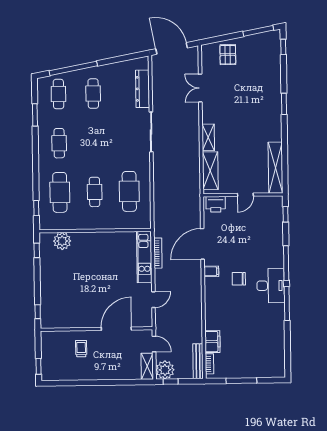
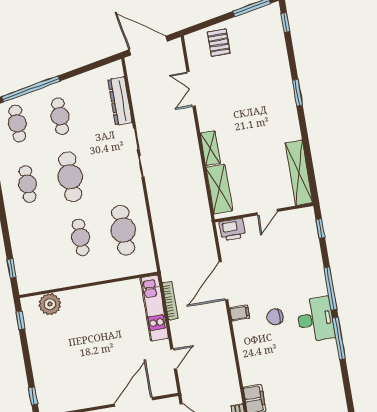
cafe table: (60, 192) -> (70, 177), moved

